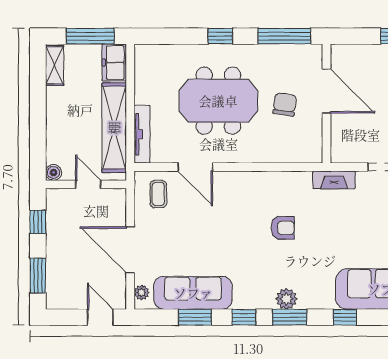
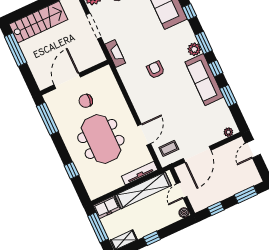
window: (220, 36) -> (72, 170), moved
window: (38, 108) -> (152, 238), added
door: (130, 250) -> (197, 154), moved
sofa: (193, 293) -> (204, 80), moved

